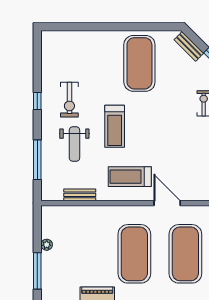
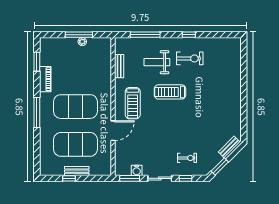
exercise mat: (139, 63) -> (217, 110), removed
exercise bike: (69, 100) -> (190, 58), turned 180
treadmill: (130, 177) -> (133, 103), turned 180
window: (37, 271) -> (79, 35), moved

